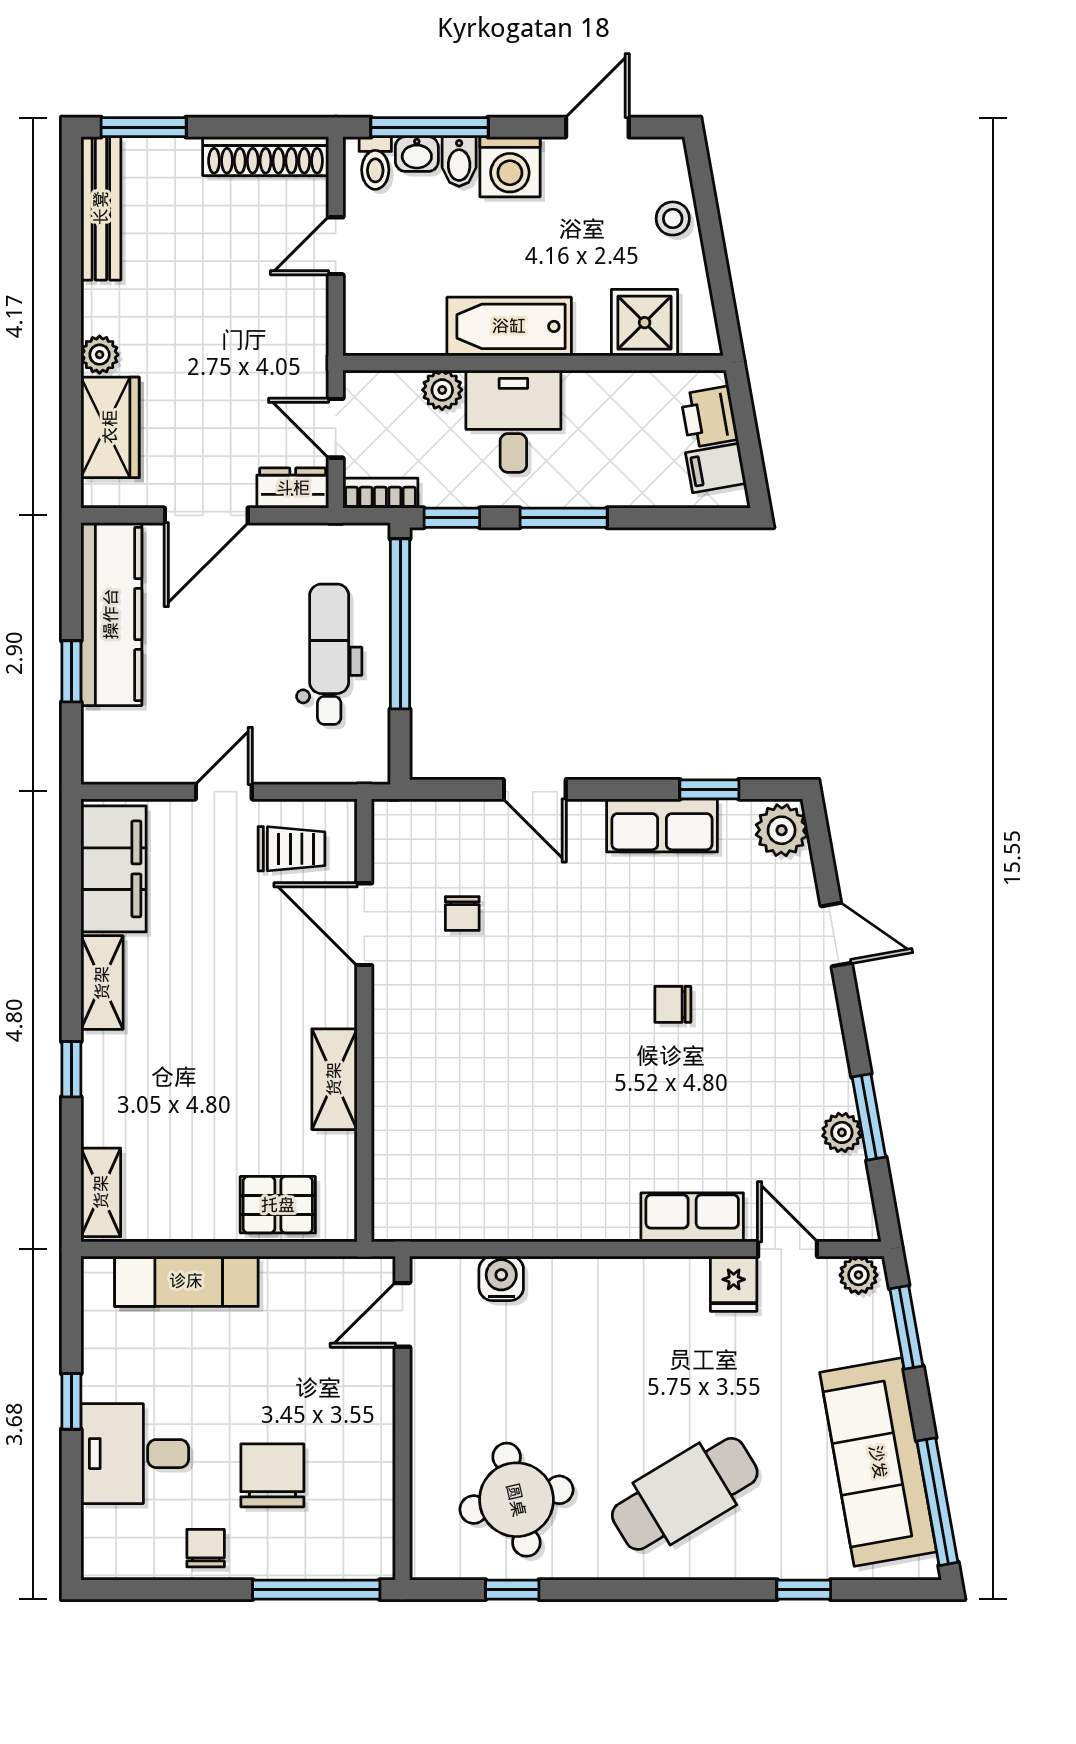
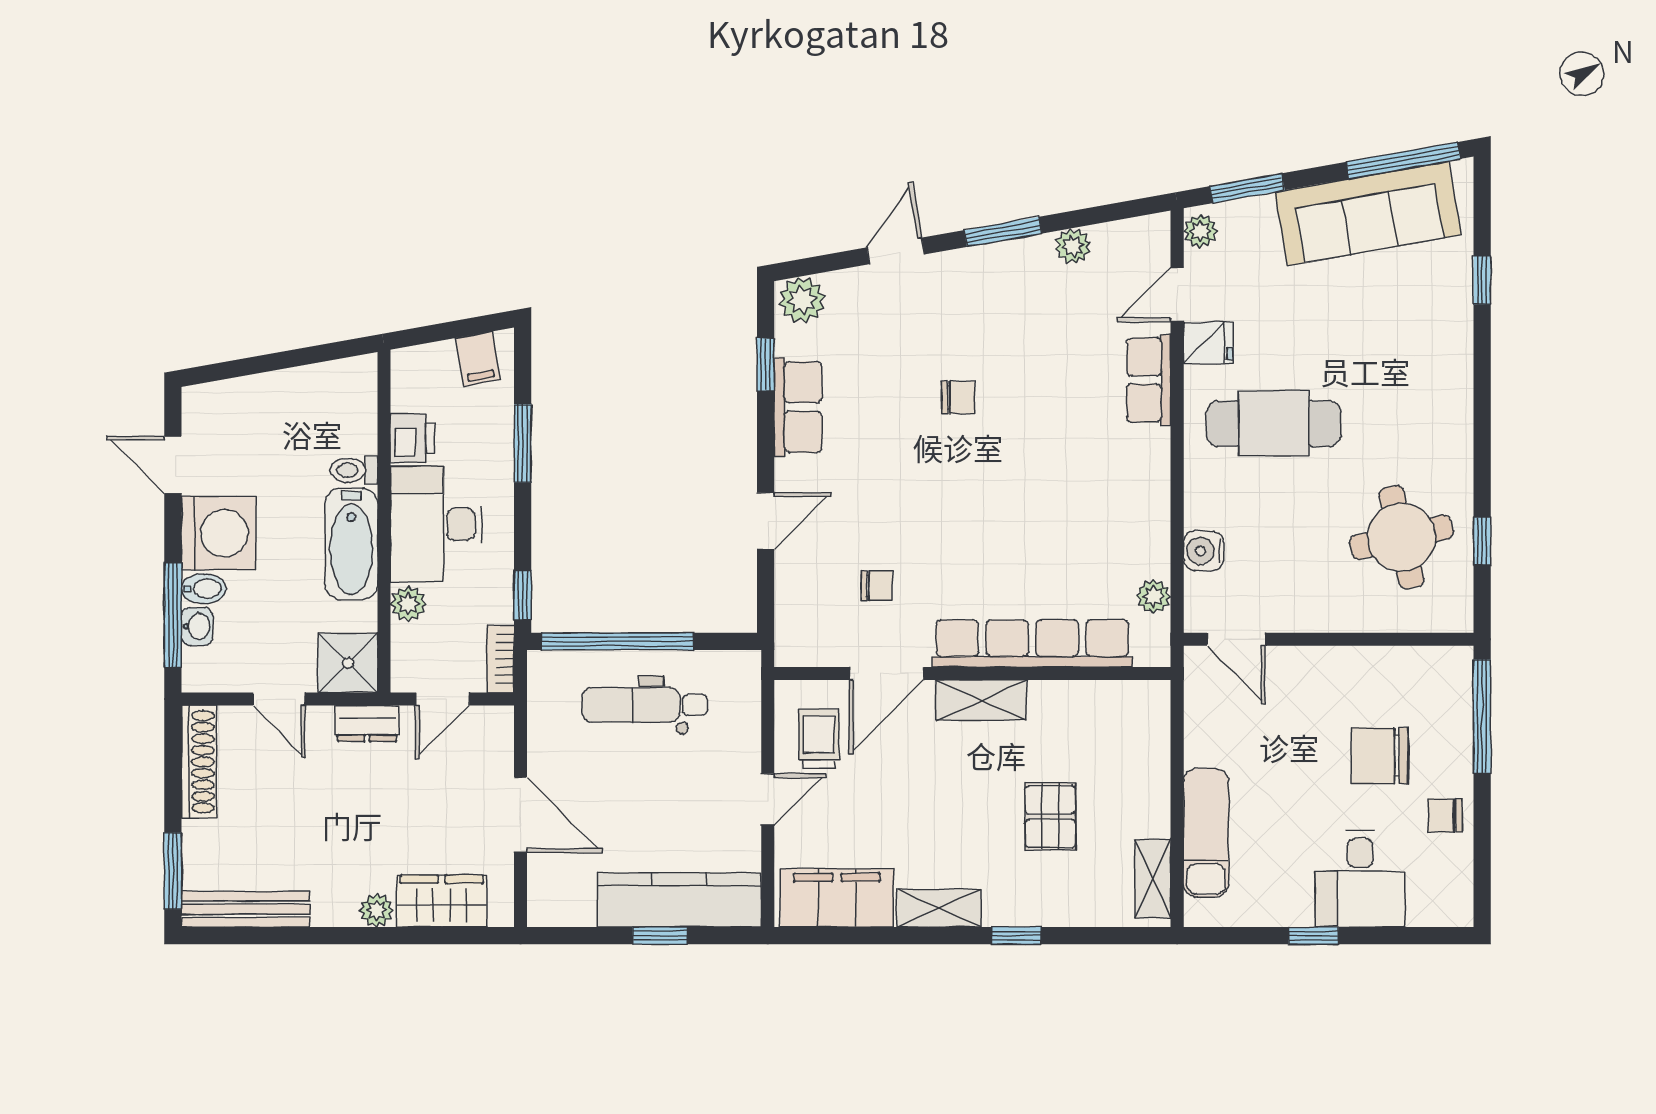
toilet: (375, 163) -> (354, 470), moved, turned 180
washing machine: (510, 167) -> (218, 533), width x1.37, depth x1.37
stool: (673, 219) -> (255, 397), removed
shower: (645, 323) -> (348, 663), moved
printer: (709, 417) -> (413, 438), moved, turned -80
desk: (513, 421) -> (436, 524), width x1.37
dresser: (293, 488) -> (367, 723), moved, turned -90
window: (564, 518) -> (523, 443), moved
kitchen counter: (111, 614) -> (679, 900), moved
door: (224, 792) -> (768, 799), swing flipped
chair: (673, 1004) -> (958, 397), turned -90
shelving: (334, 1079) -> (982, 700), moved
row of seats: (398, 1087) -> (1032, 643), added
window: (869, 1117) -> (1003, 232), moved
shelving: (101, 1192) -> (1153, 879), moved, turned 90
pallet: (278, 1205) -> (1050, 817), moved
plant: (450, 1223) -> (1154, 596), added
cafe table: (685, 1494) -> (1274, 423), moved, turned -59

